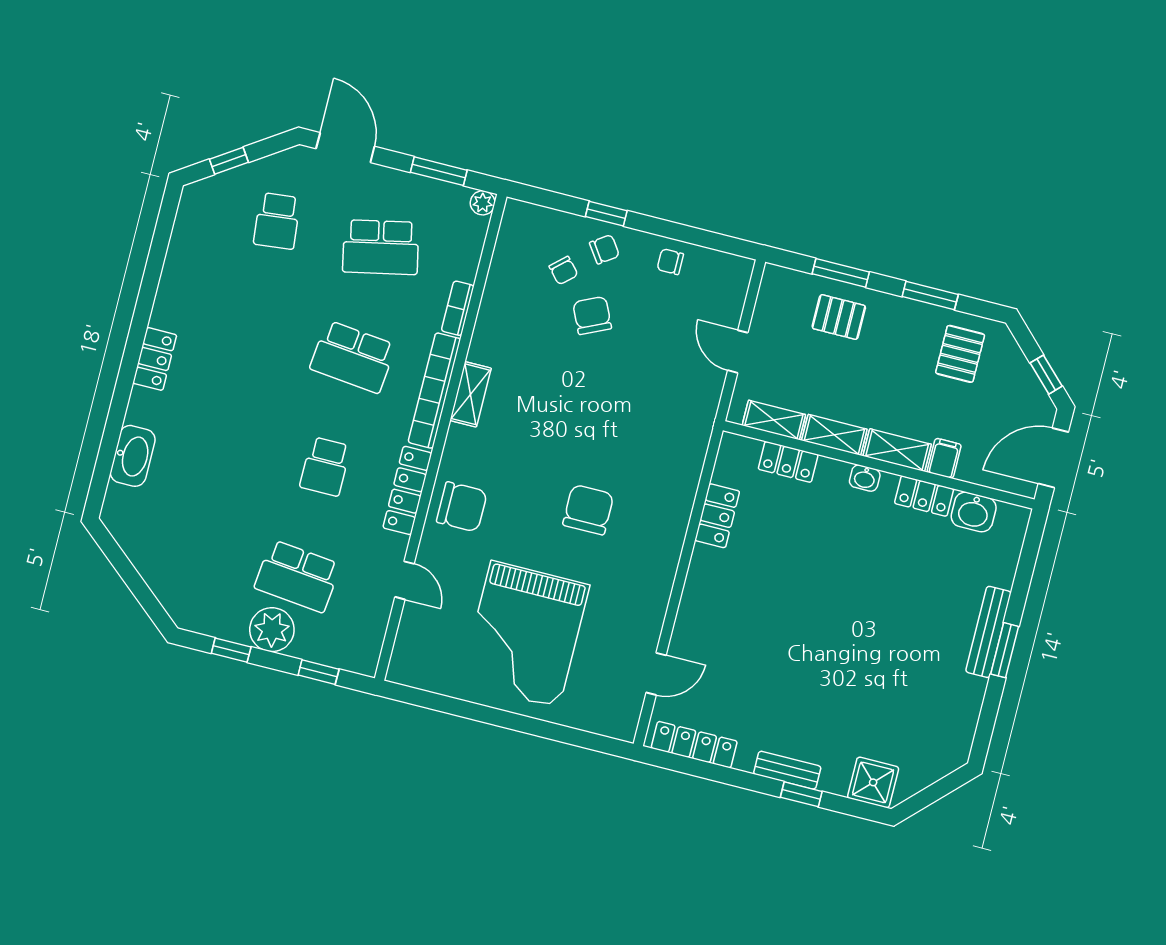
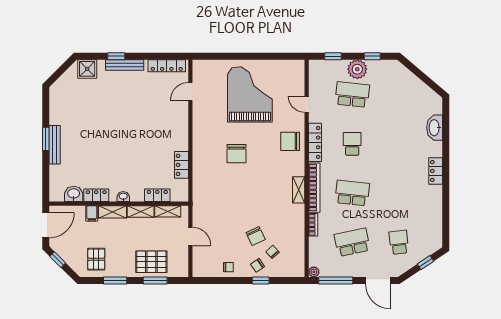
window: (439, 171) -> (336, 281), width x1.44
pallet: (839, 317) -> (151, 262), width x1.50, depth x1.42
bench: (787, 770) -> (125, 65), width x1.36

